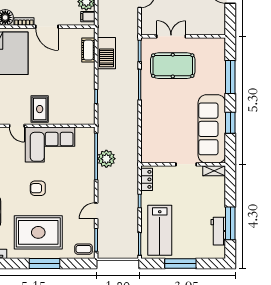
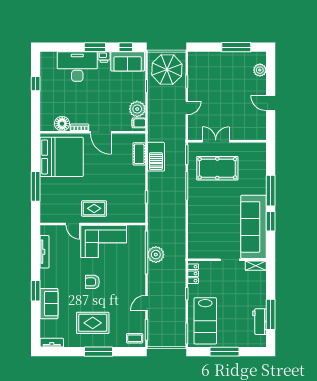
window: (230, 77) -> (271, 191), moved
rug: (40, 109) -> (94, 208), turned 90
rug: (38, 232) -> (93, 323), width x0.73, depth x0.69

